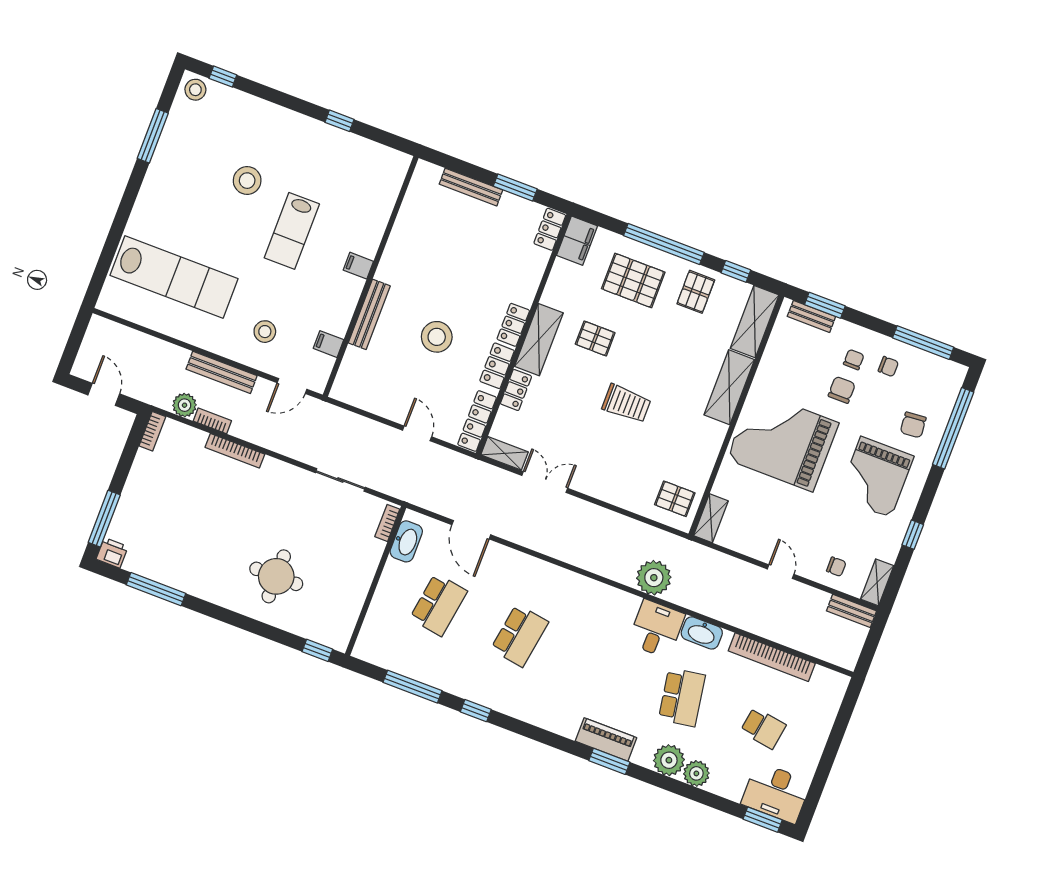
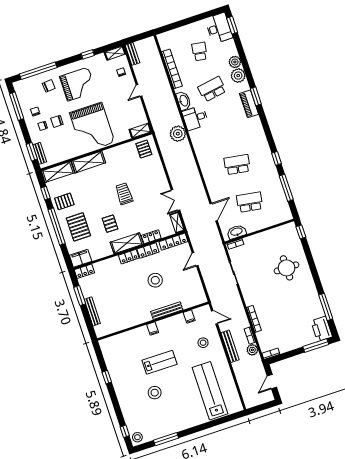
printer: (112, 553) -> (322, 329), width x1.87, depth x1.48

